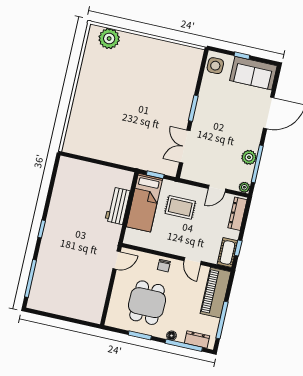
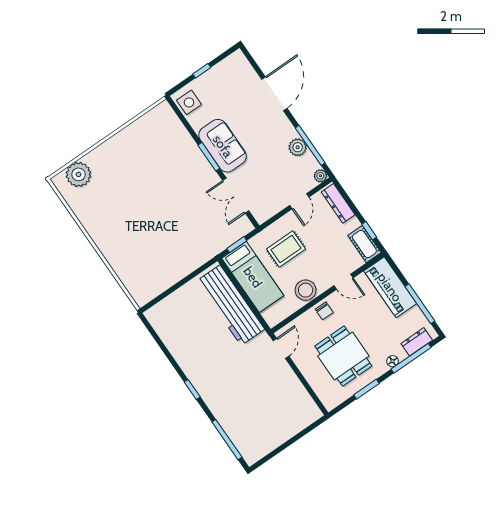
sofa: (253, 73) -> (223, 146), moved, turned -90
workbench: (118, 206) -> (231, 305), width x1.88, depth x1.32
stool: (166, 242) -> (306, 290), added

